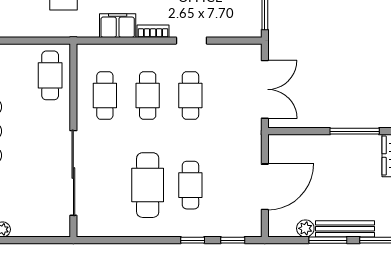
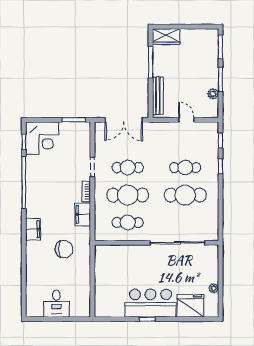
cafe table: (50, 75) -> (115, 258), removed
double door: (265, 89) -> (124, 120), swing flipped
cafe table: (148, 96) -> (128, 195), width x1.37, depth x1.35
door: (265, 187) -> (186, 120), width x0.53
bench: (345, 229) -> (158, 96), moved

